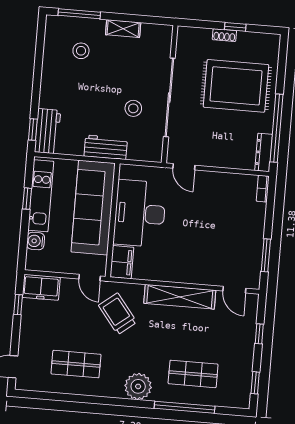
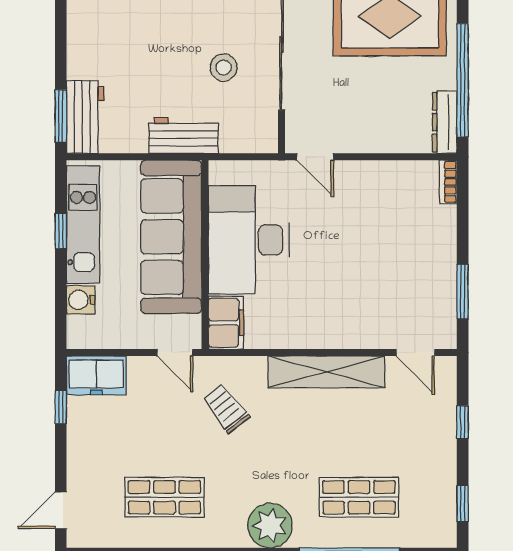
window: (33, 129) -> (61, 116), width x1.50
trolley: (118, 314) -> (226, 409), width x0.73, depth x0.72

